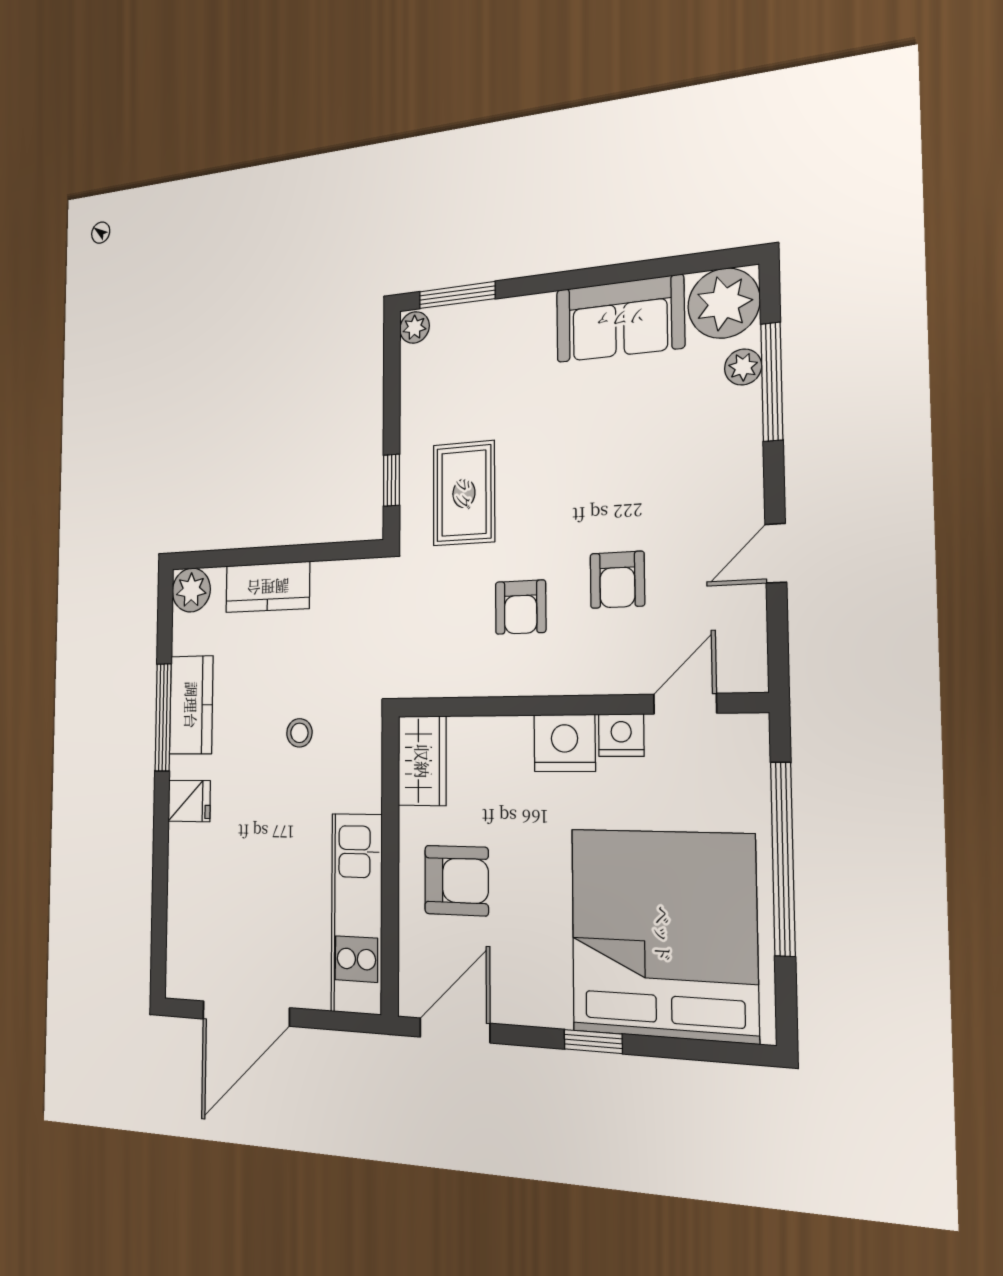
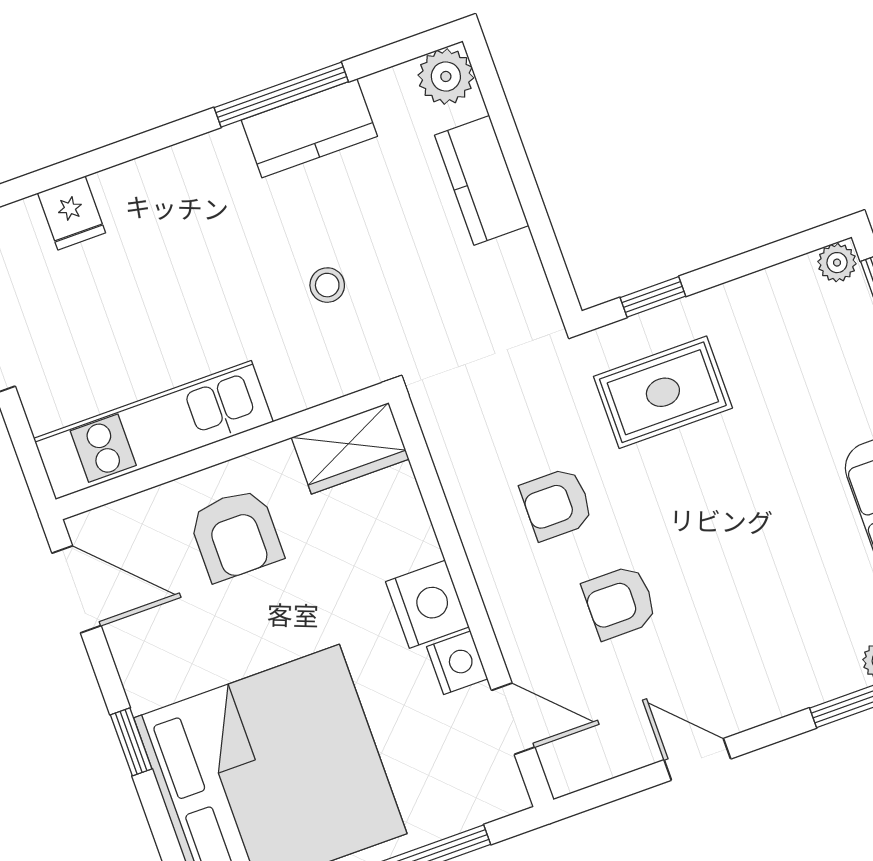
fridge: (189, 801) -> (72, 213), moved

